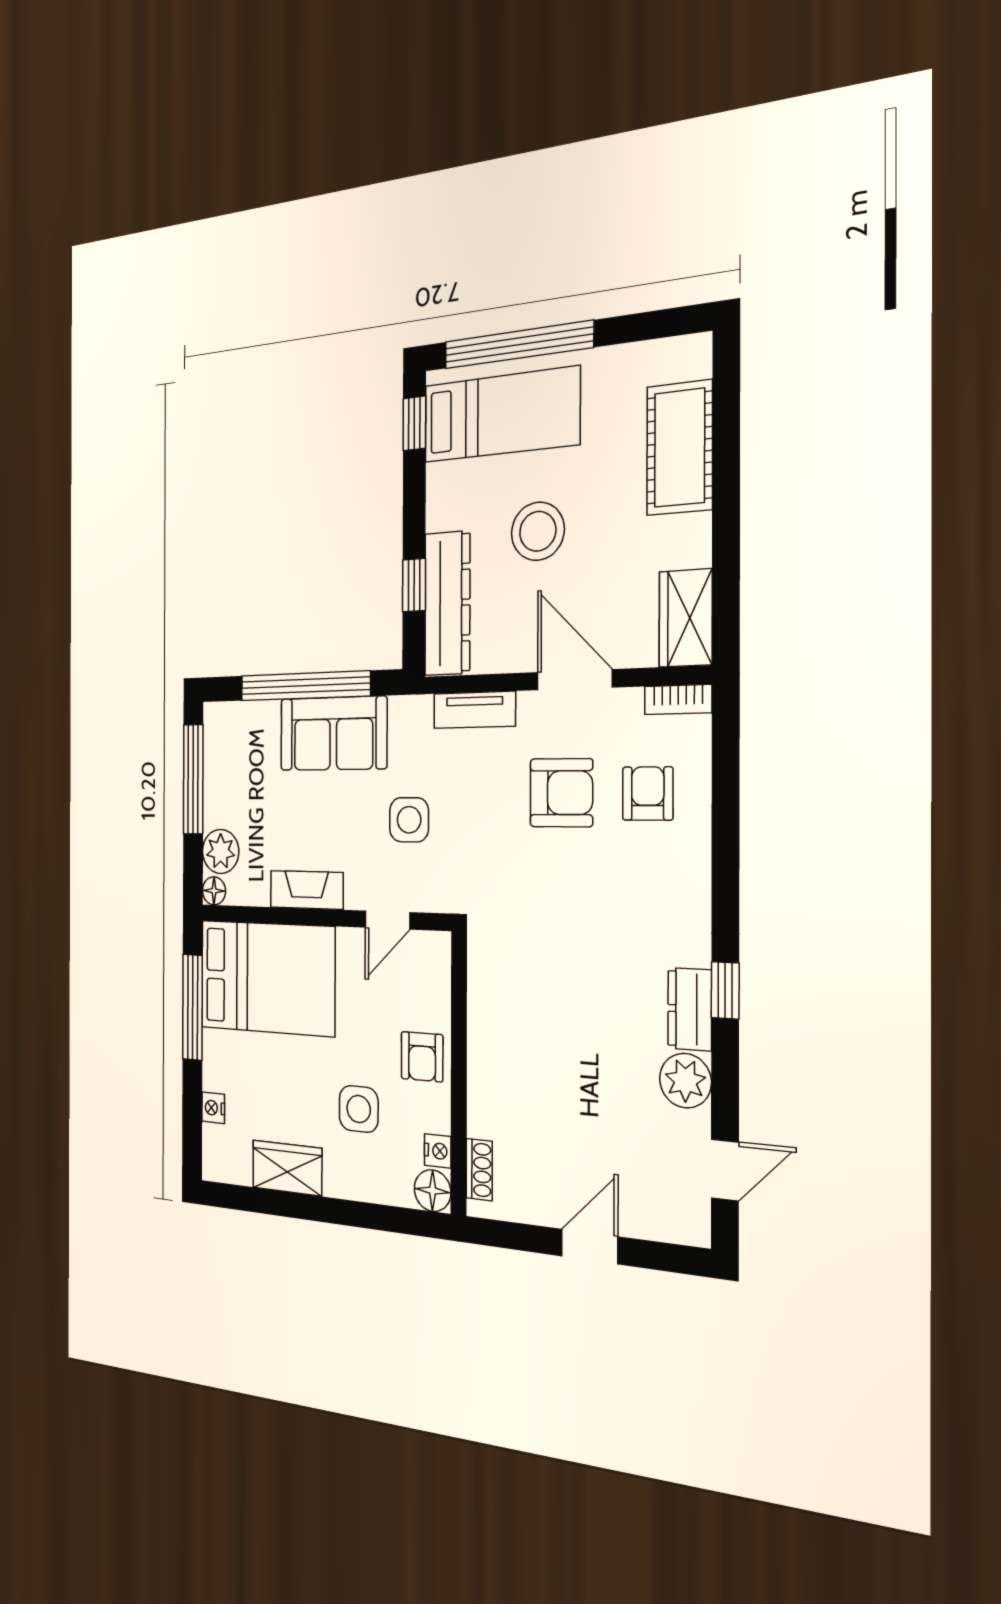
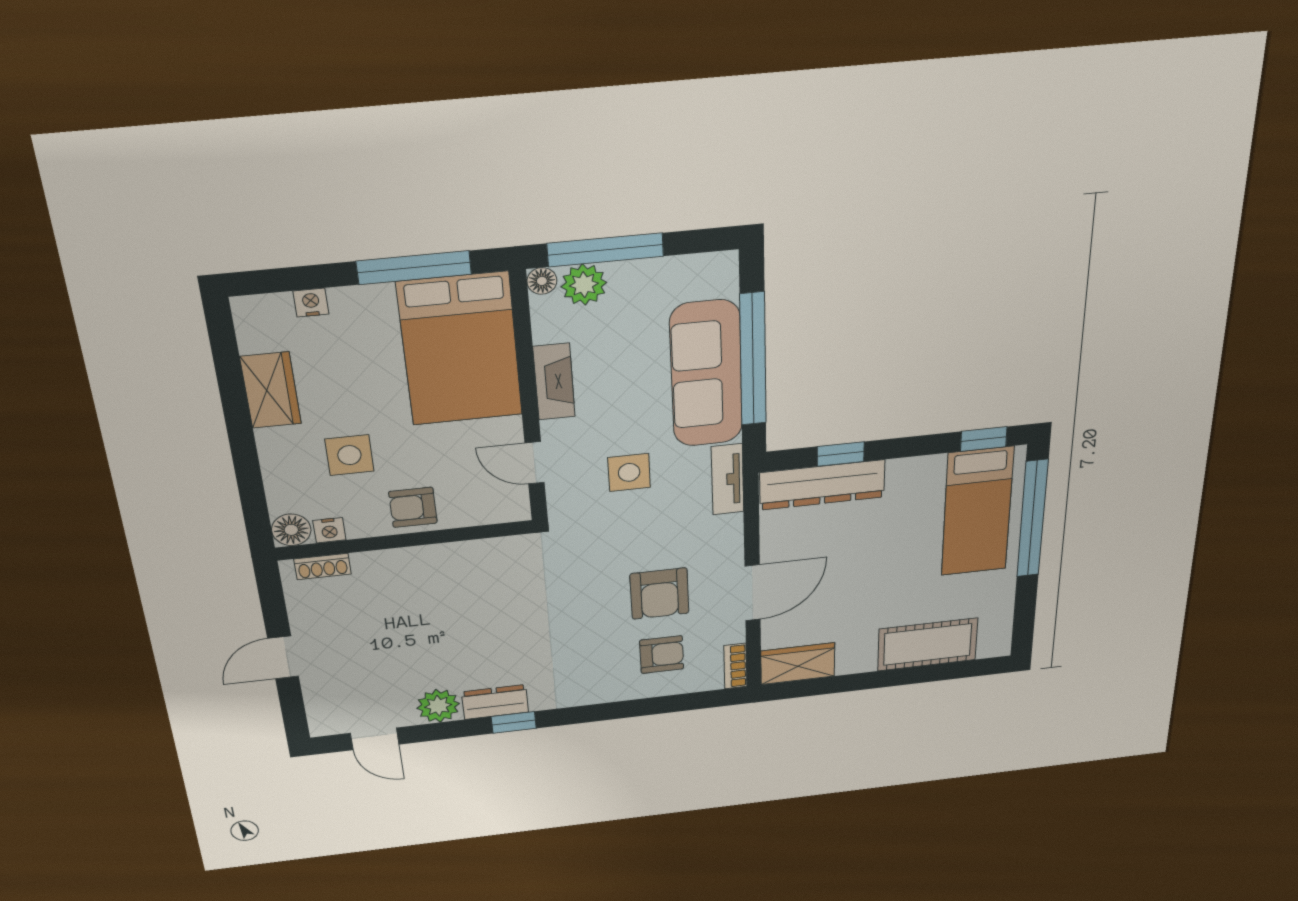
stool: (538, 531) -> (876, 551), removed
tv unit: (474, 710) -> (728, 479), moved
sofa: (333, 734) -> (706, 374), width x1.36
window: (193, 779) -> (605, 250), moved
door: (590, 1246) -> (283, 657), swing flipped

